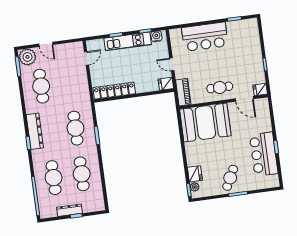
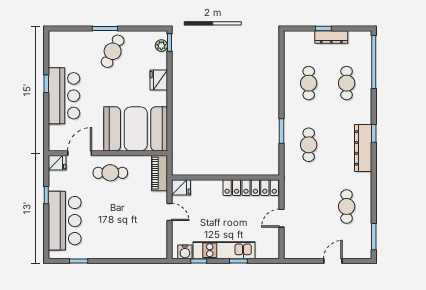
bar counter: (205, 37) -> (65, 221), moved, turned 90
door: (46, 44) -> (333, 261), hinge flipped
plant: (27, 57) -> (360, 248), removed
door: (87, 58) -> (282, 218), moved
cafe table: (41, 86) -> (347, 206), width x0.73, depth x0.74
door: (244, 99) -> (80, 153), hinge flipped
cafe table: (75, 128) -> (309, 145), width x0.73, depth x0.74
bar counter: (264, 154) -> (64, 96), moved
cafe table: (82, 174) -> (309, 83), width x0.73, depth x0.74
fridge: (195, 174) -> (159, 80), moved
cafe table: (54, 178) -> (347, 83), width x0.73, depth x0.74

